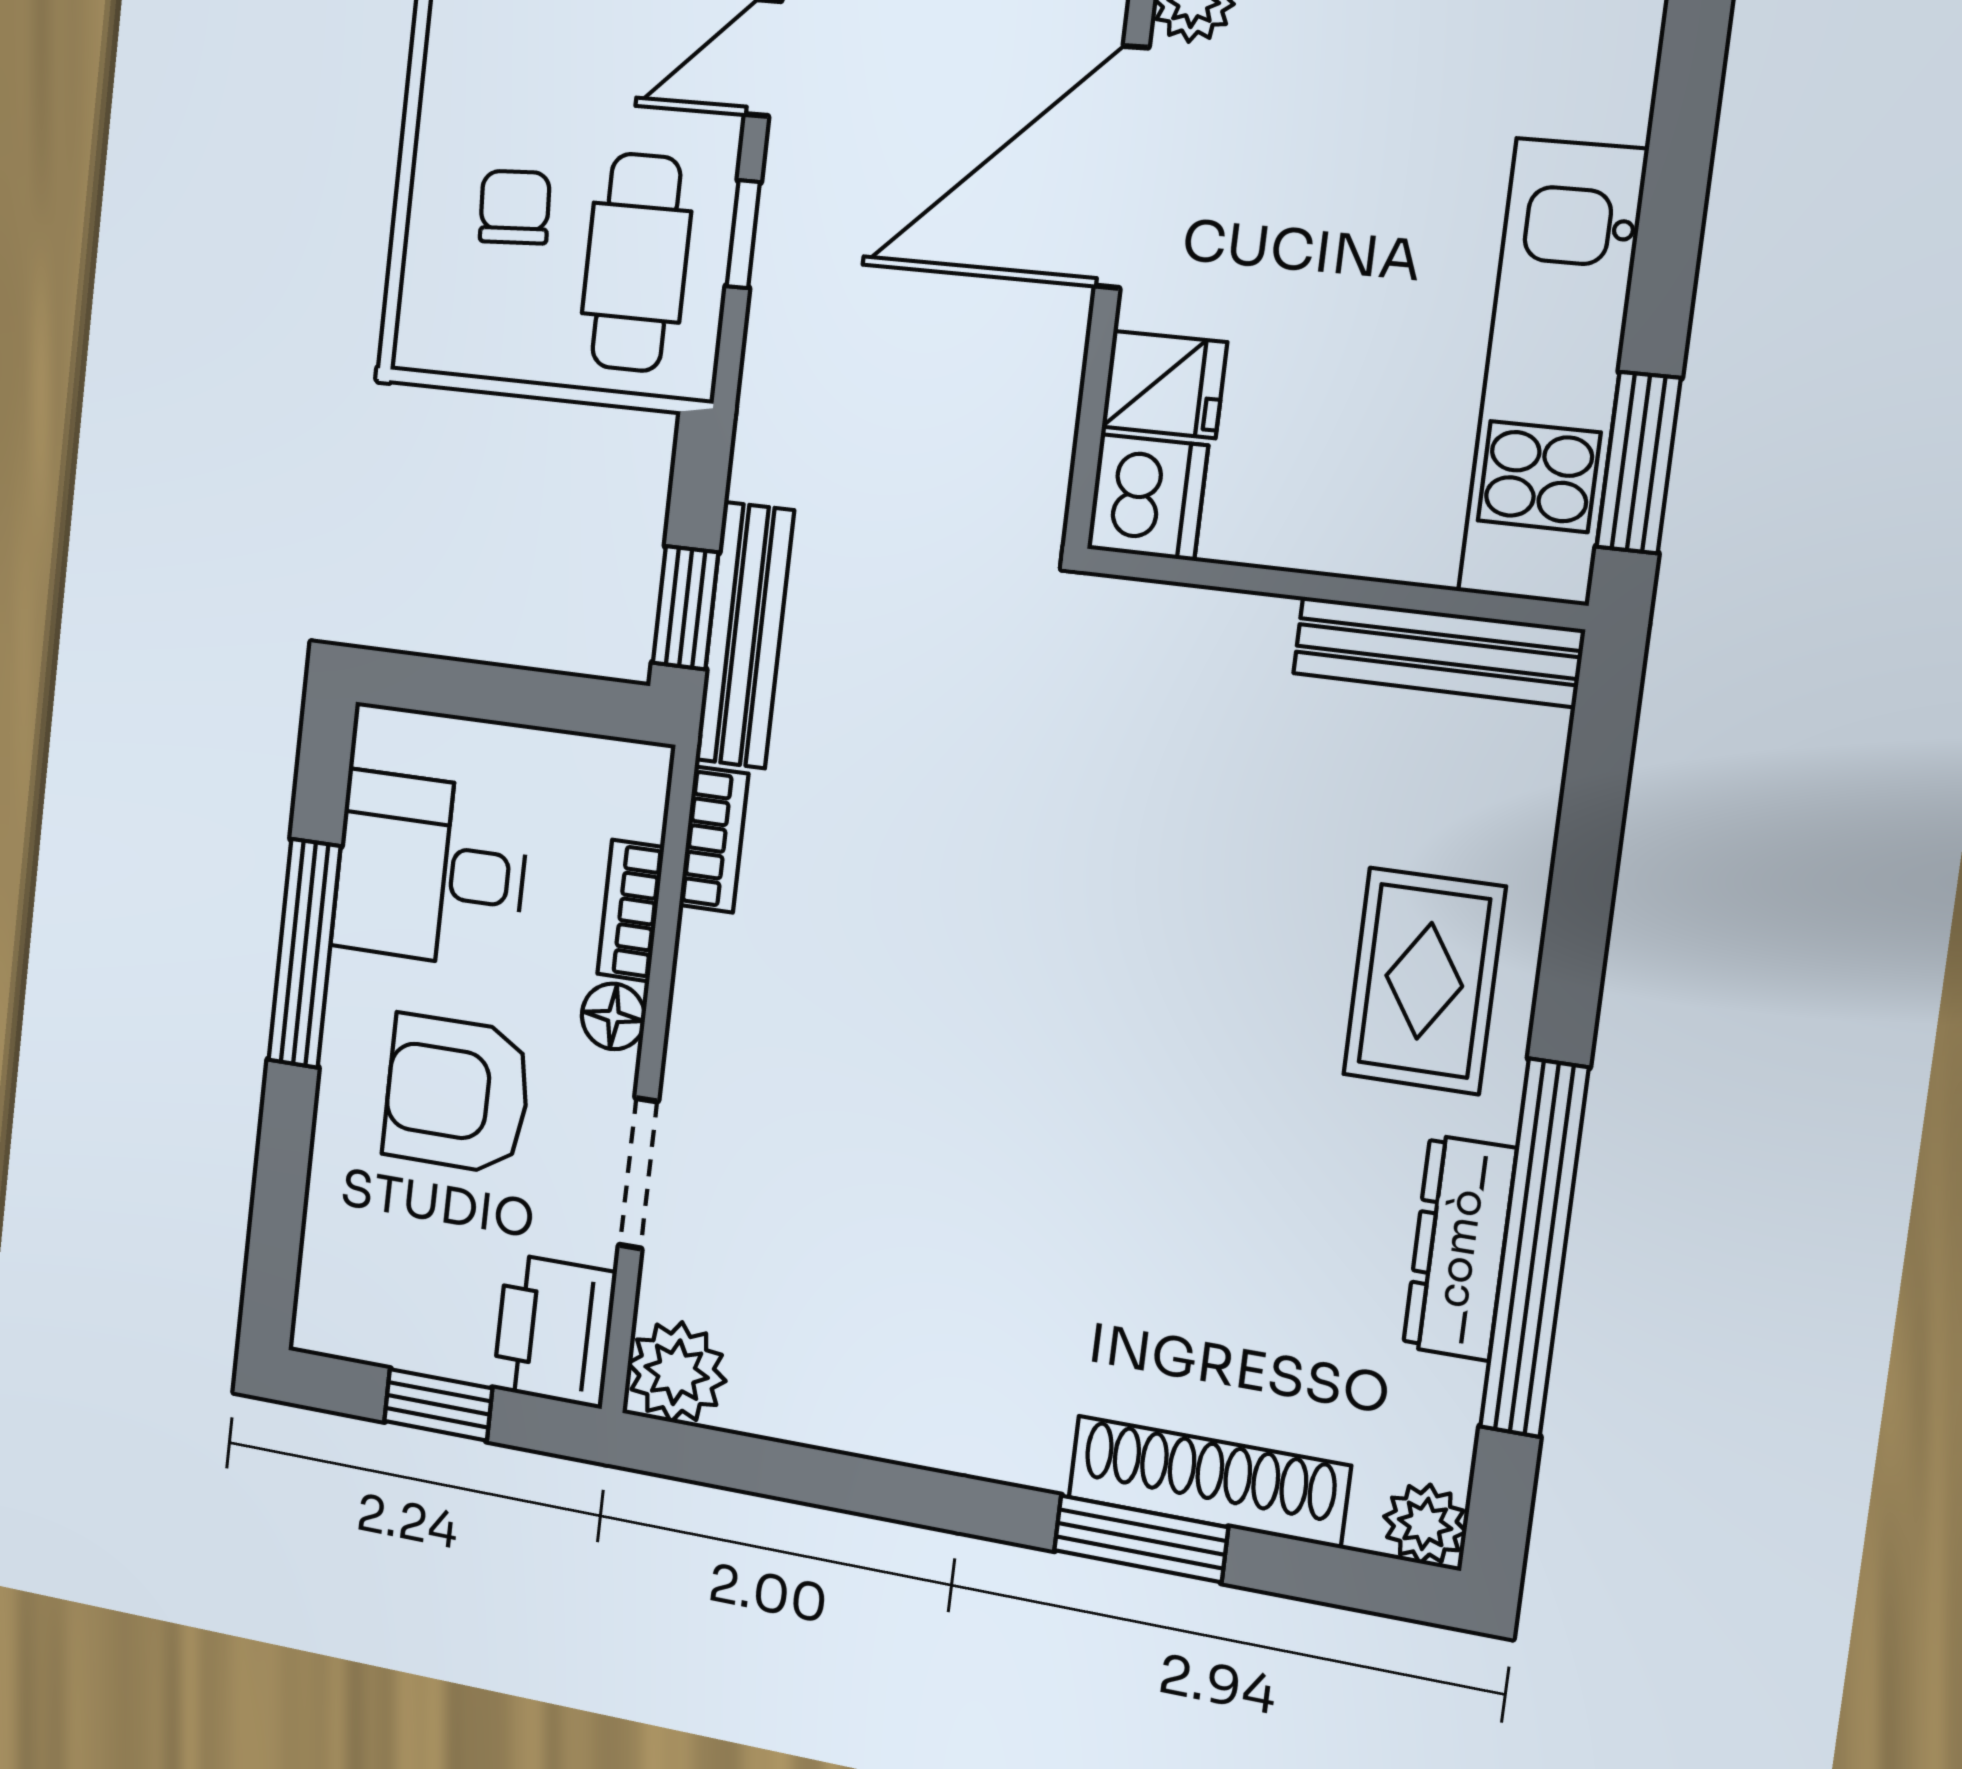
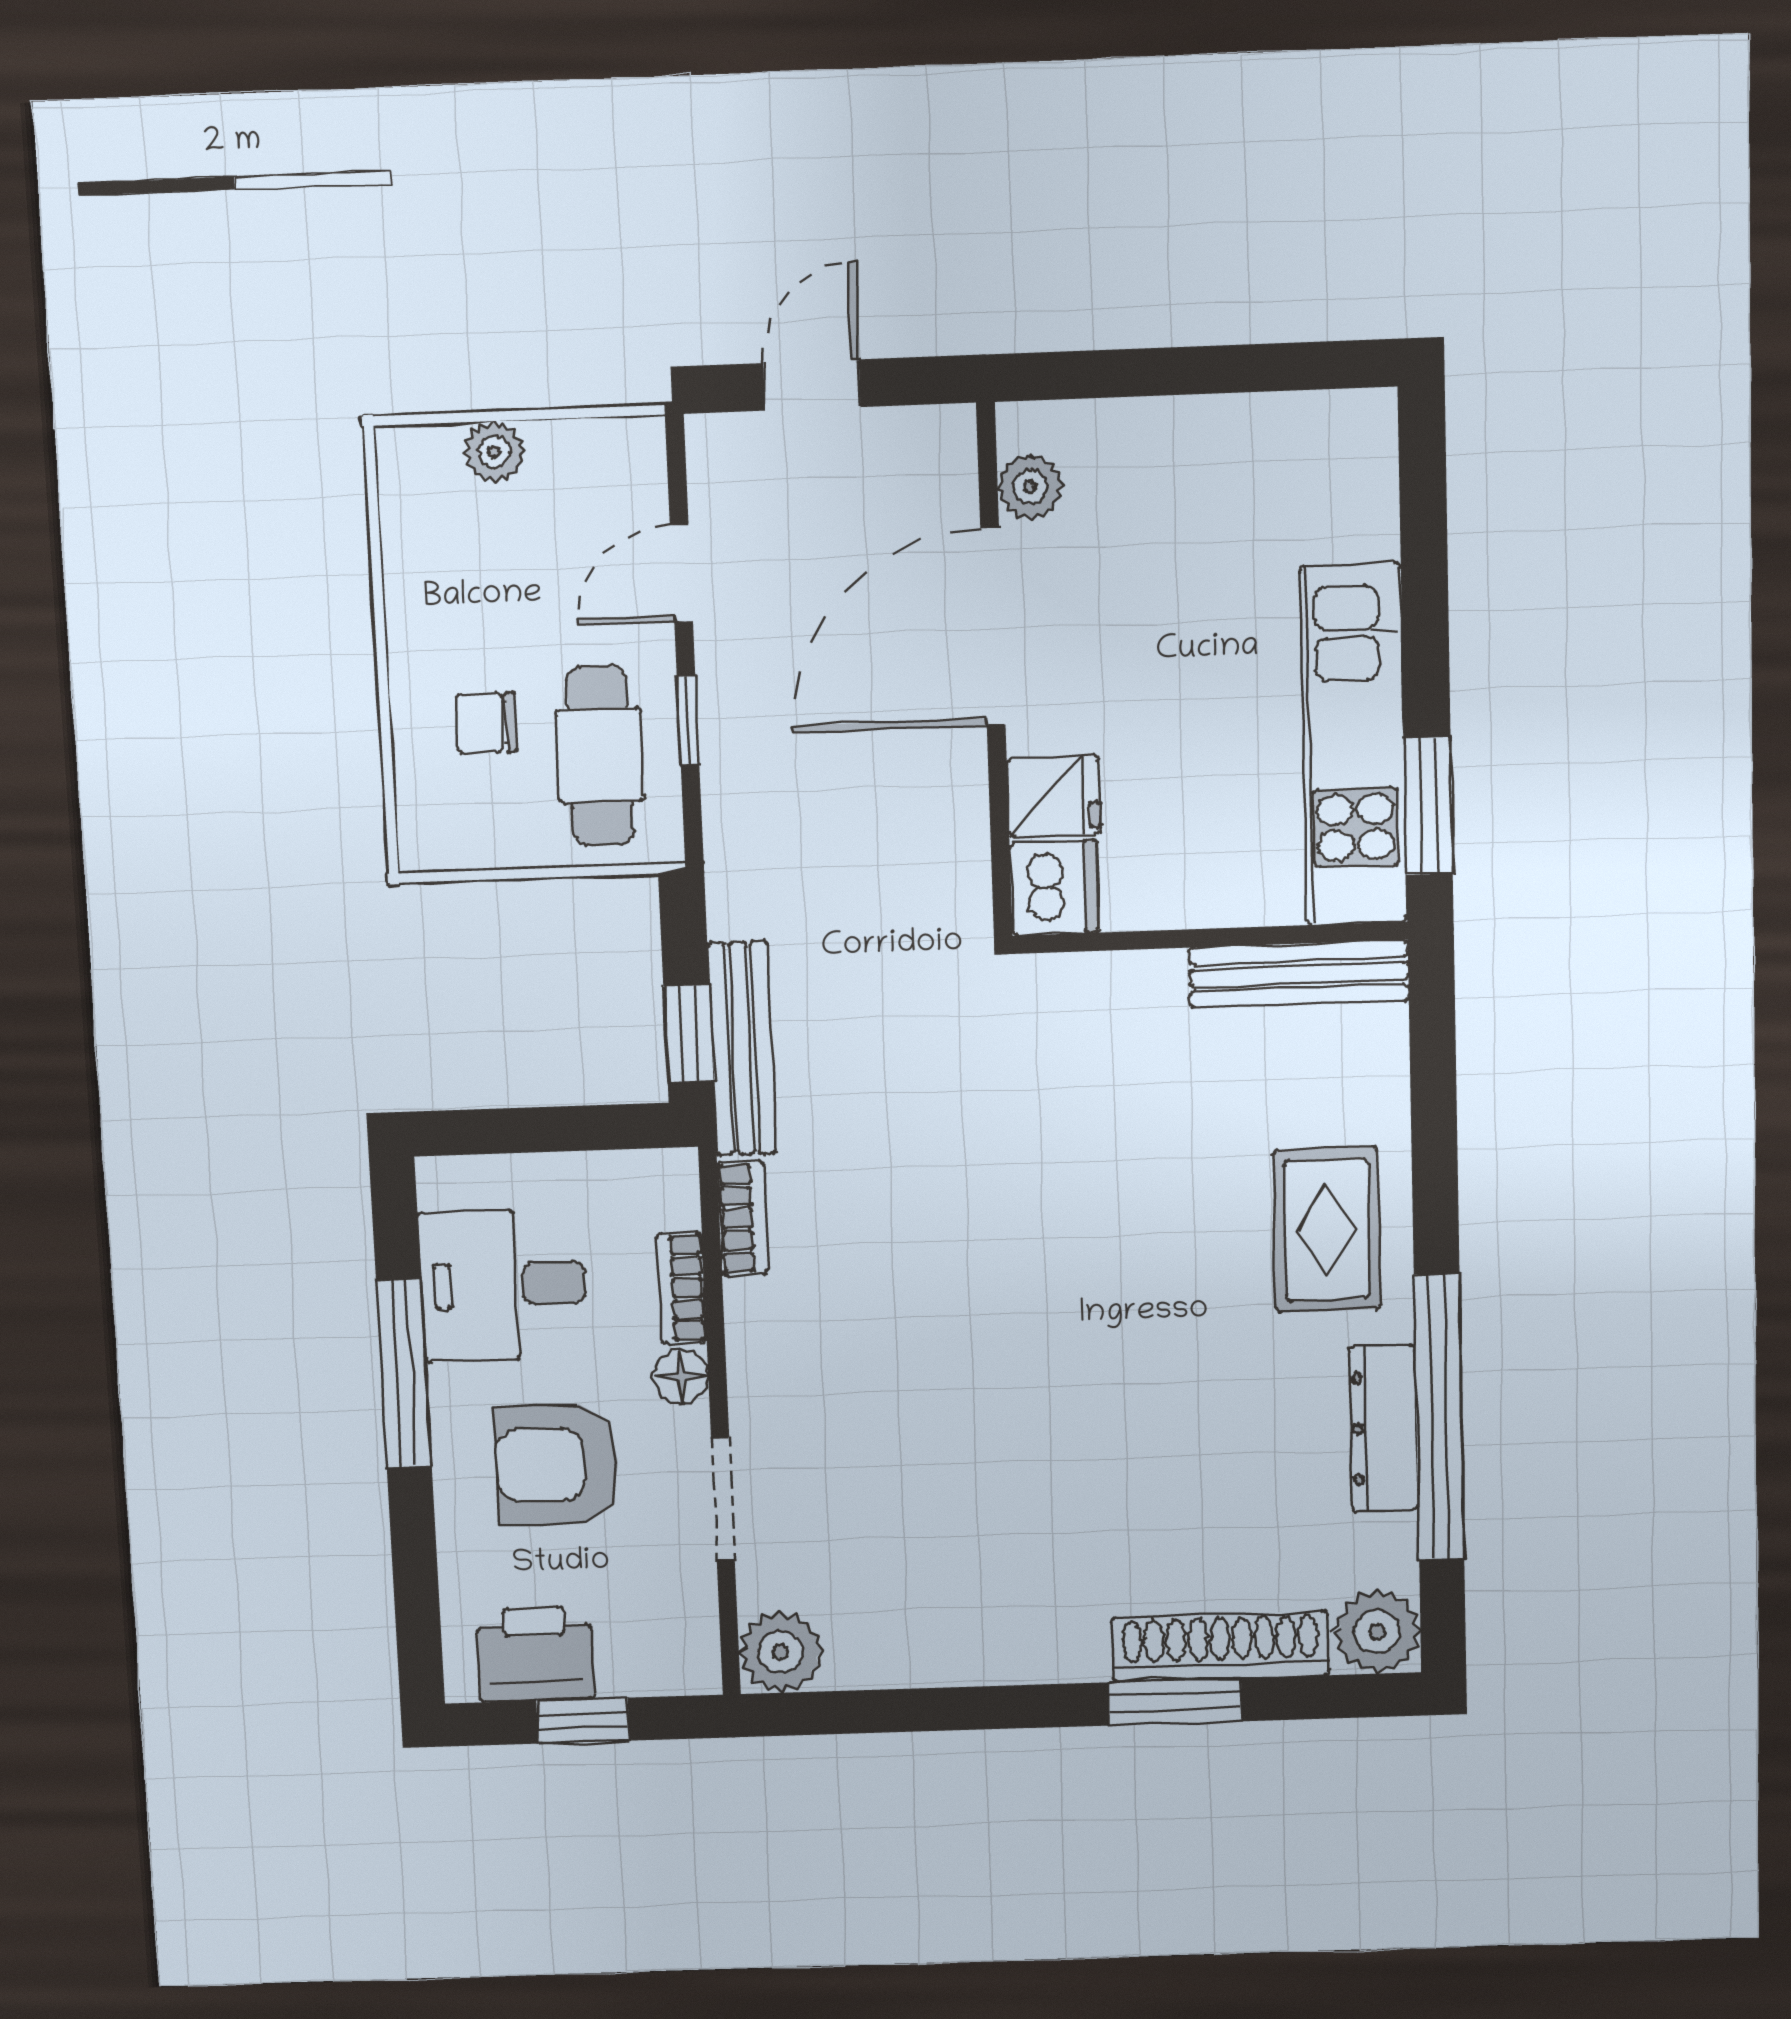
chair: (515, 207) -> (486, 723), turned -87
printer: (554, 1331) -> (535, 1654), moved, turned 90
plant: (1425, 1524) -> (1377, 1632), width x1.38, depth x1.38

